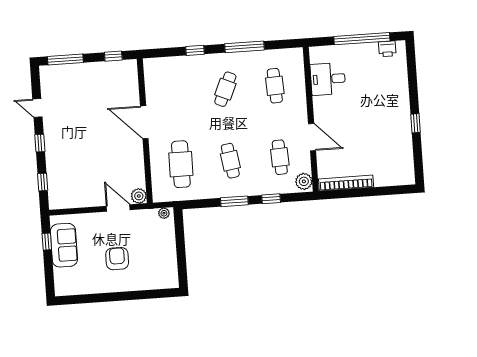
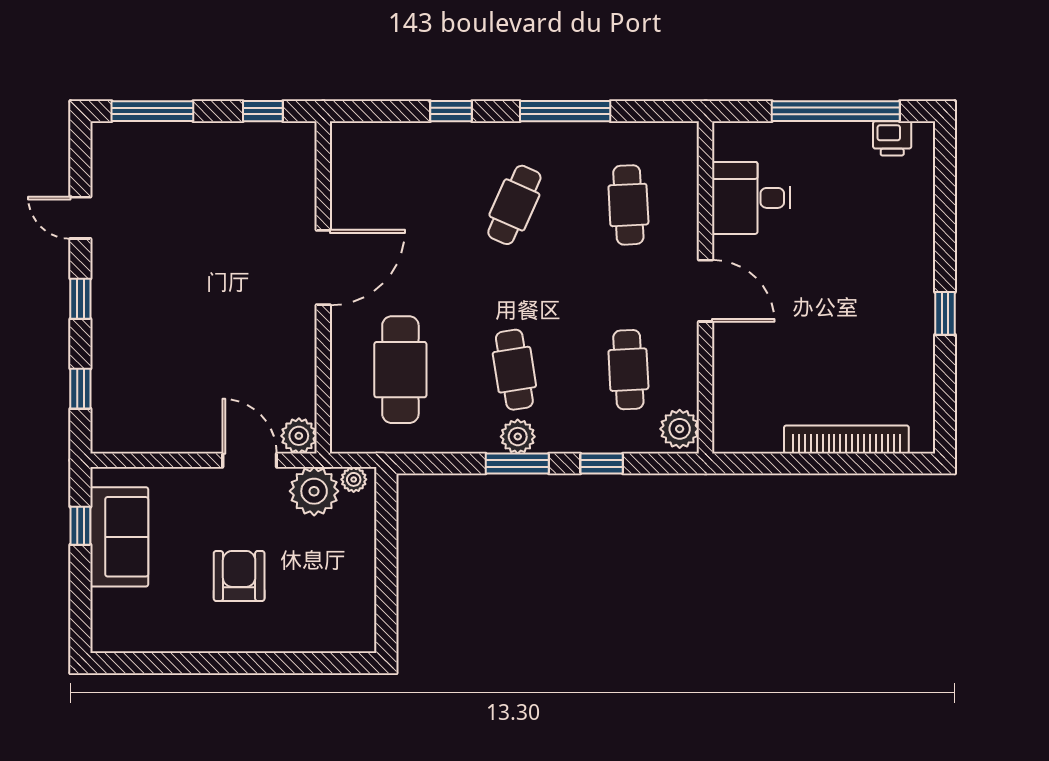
door: (144, 122) -> (323, 268), swing flipped
door: (312, 137) -> (706, 291), moved
bookcase: (346, 183) -> (846, 439), moved
plant: (234, 190) -> (518, 437), added
plant: (147, 220) -> (314, 491), added

